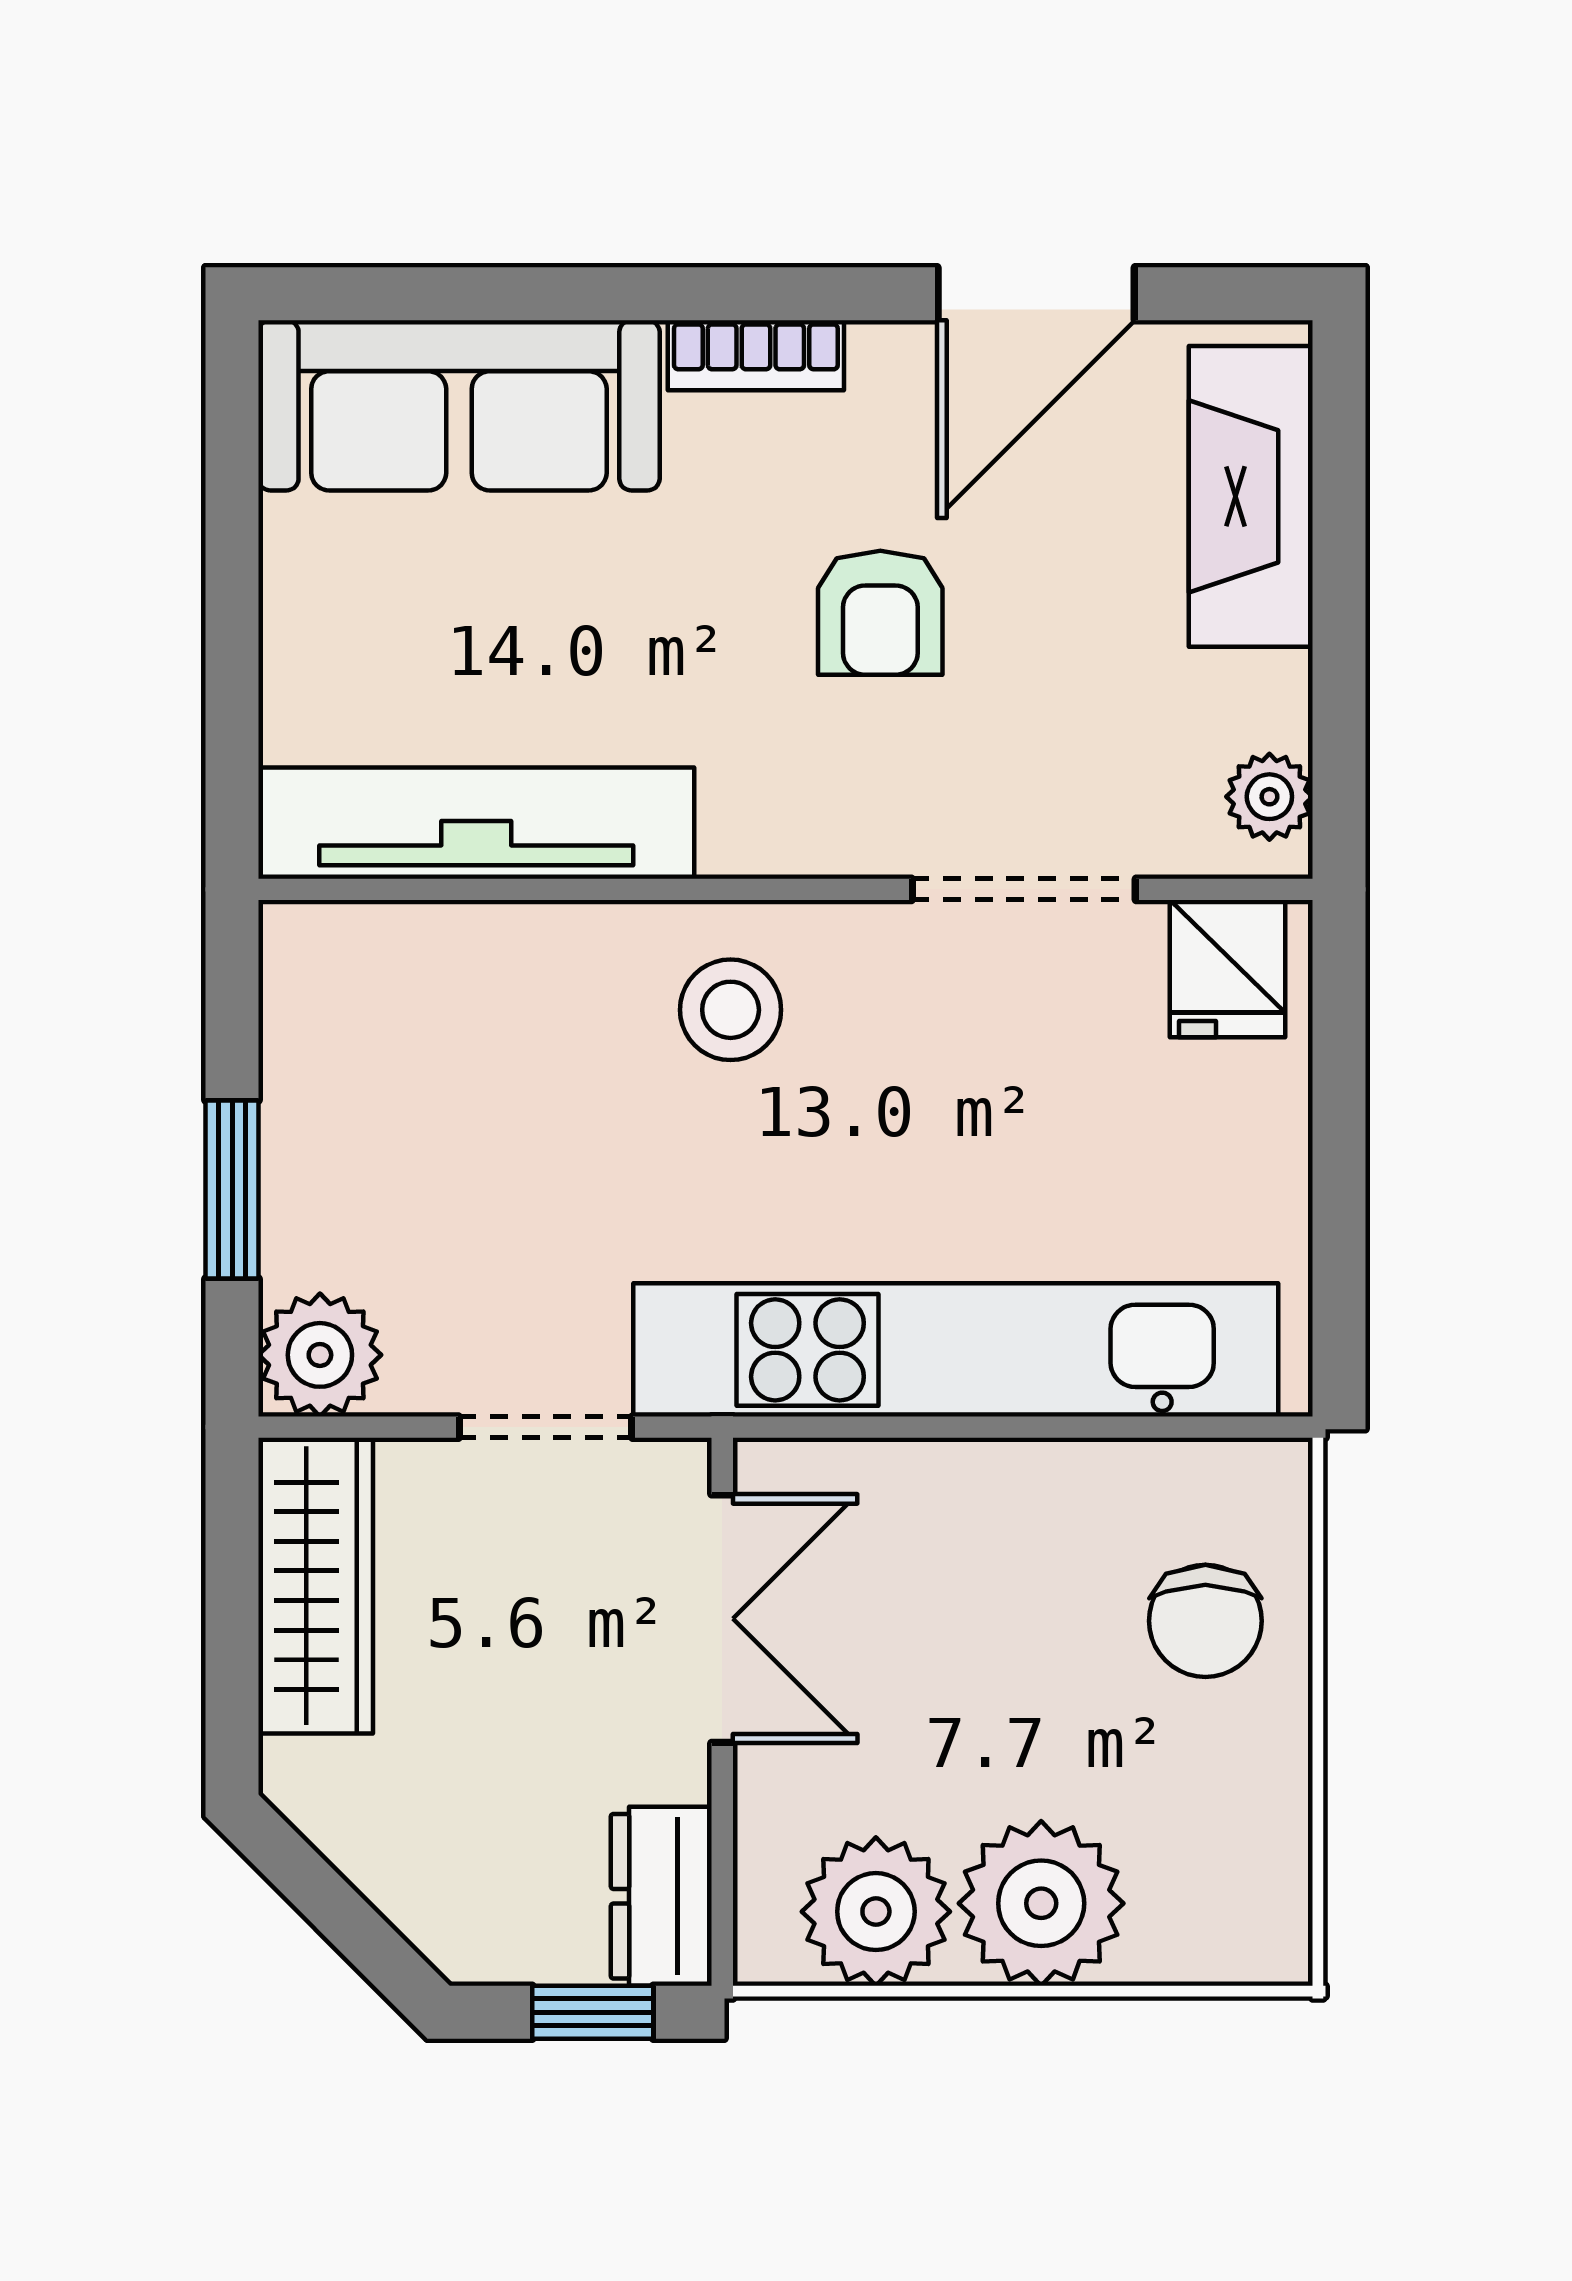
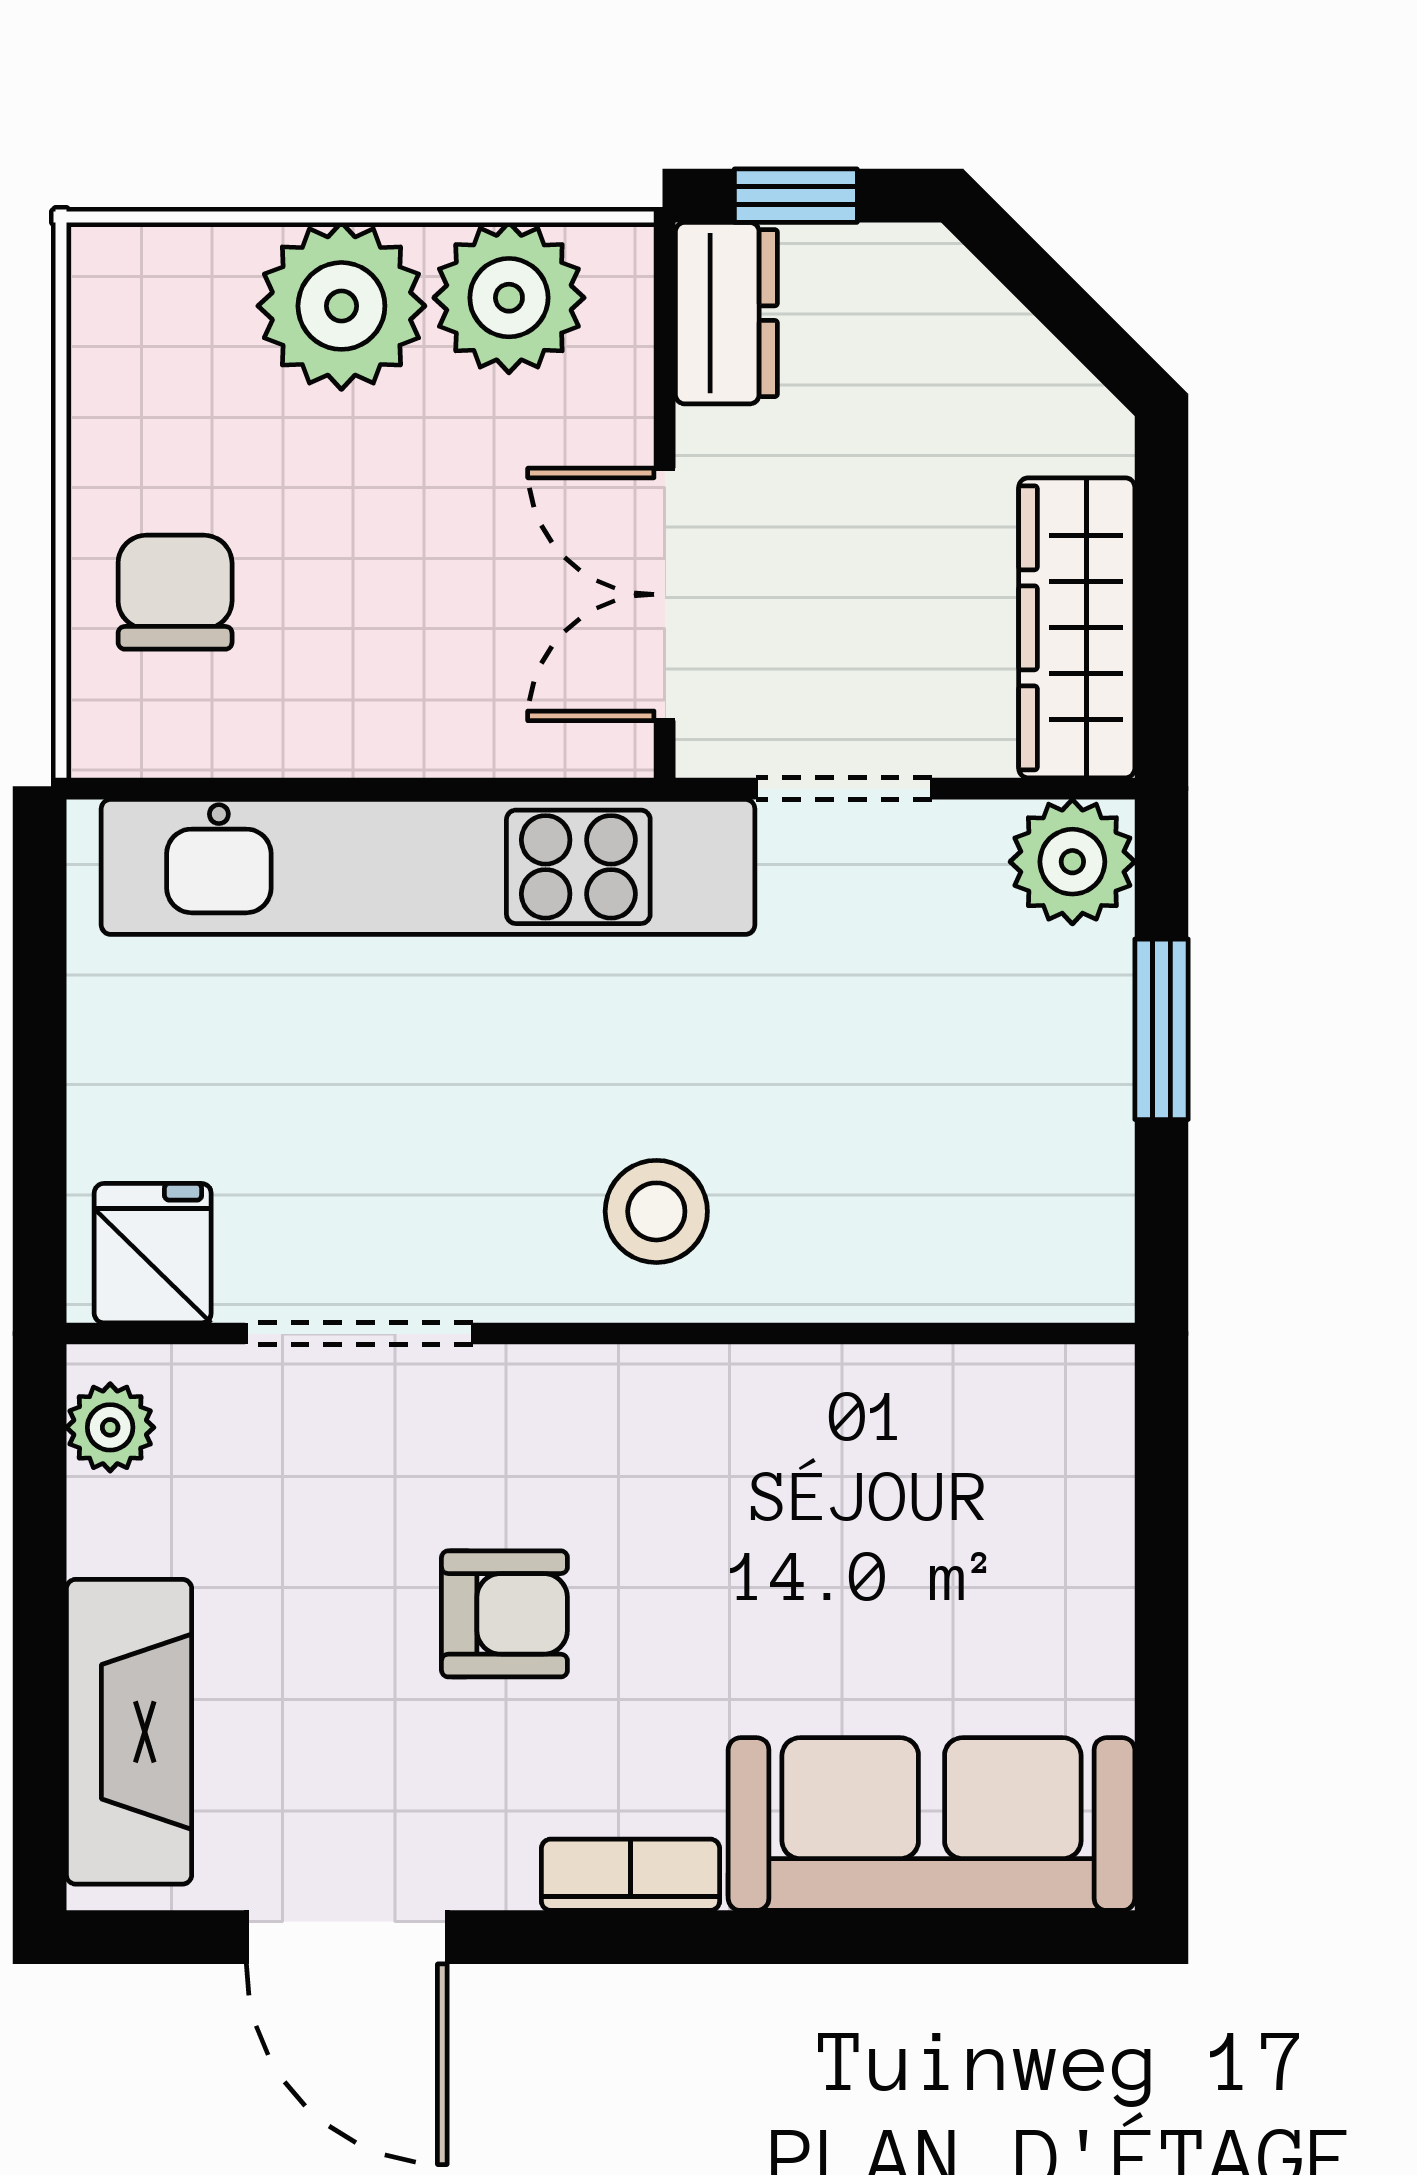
door: (1036, 294) -> (347, 1937), swing flipped
armchair: (880, 613) -> (504, 1614), turned 90
tv unit: (476, 823) -> (914, 1401), removed

